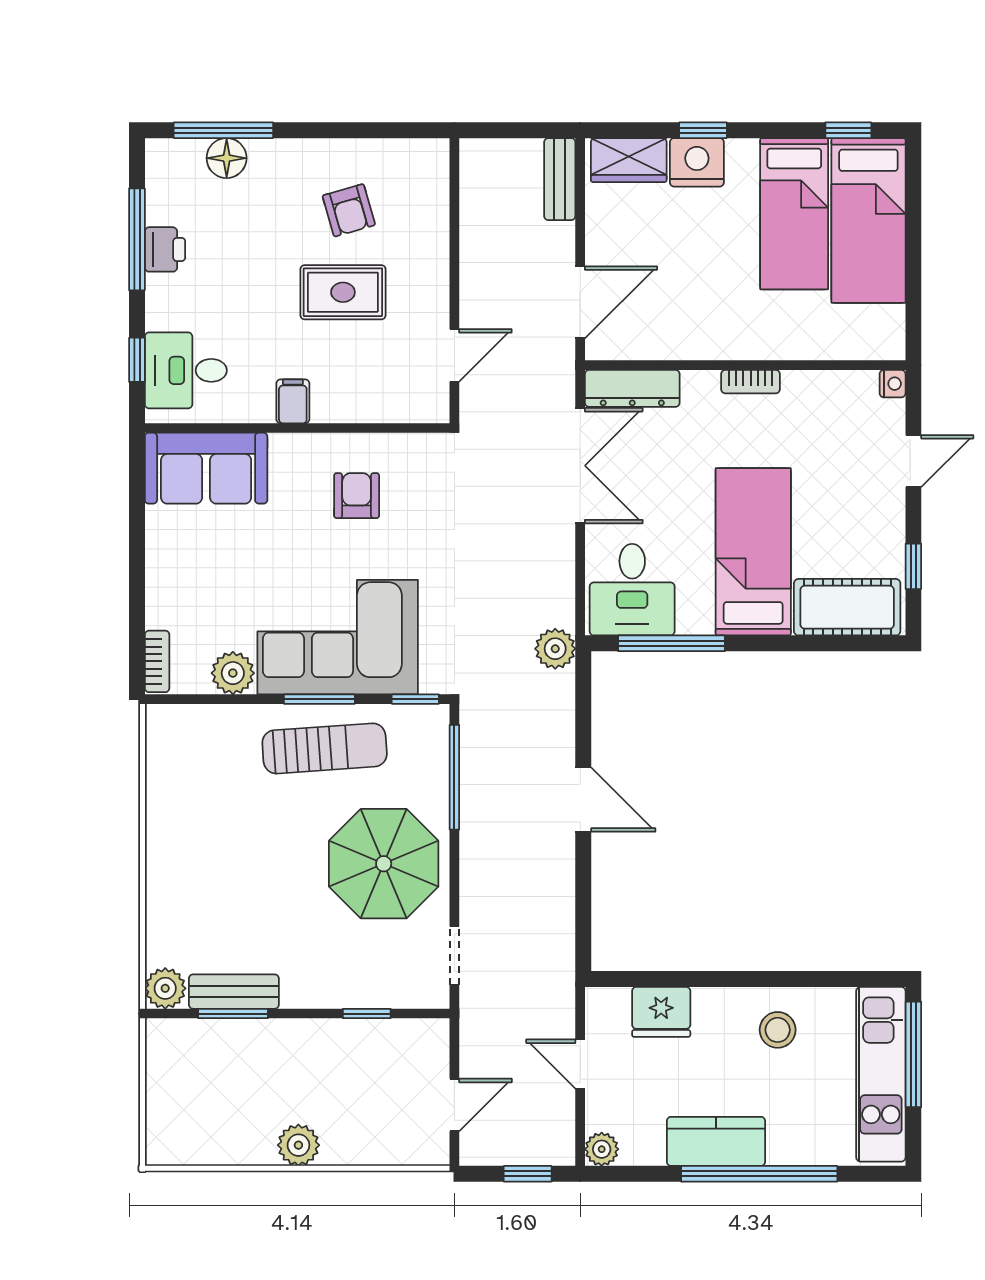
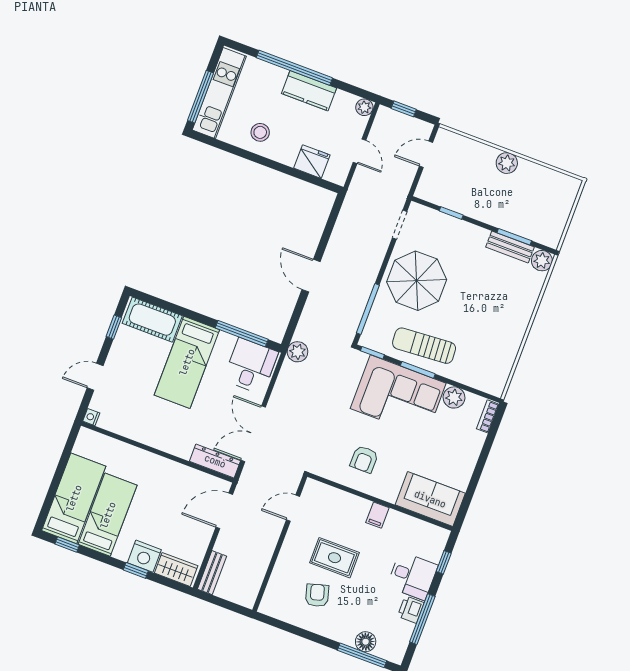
desk: (186, 370) -> (412, 576), moved
bookcase: (751, 382) -> (158, 443), removed

